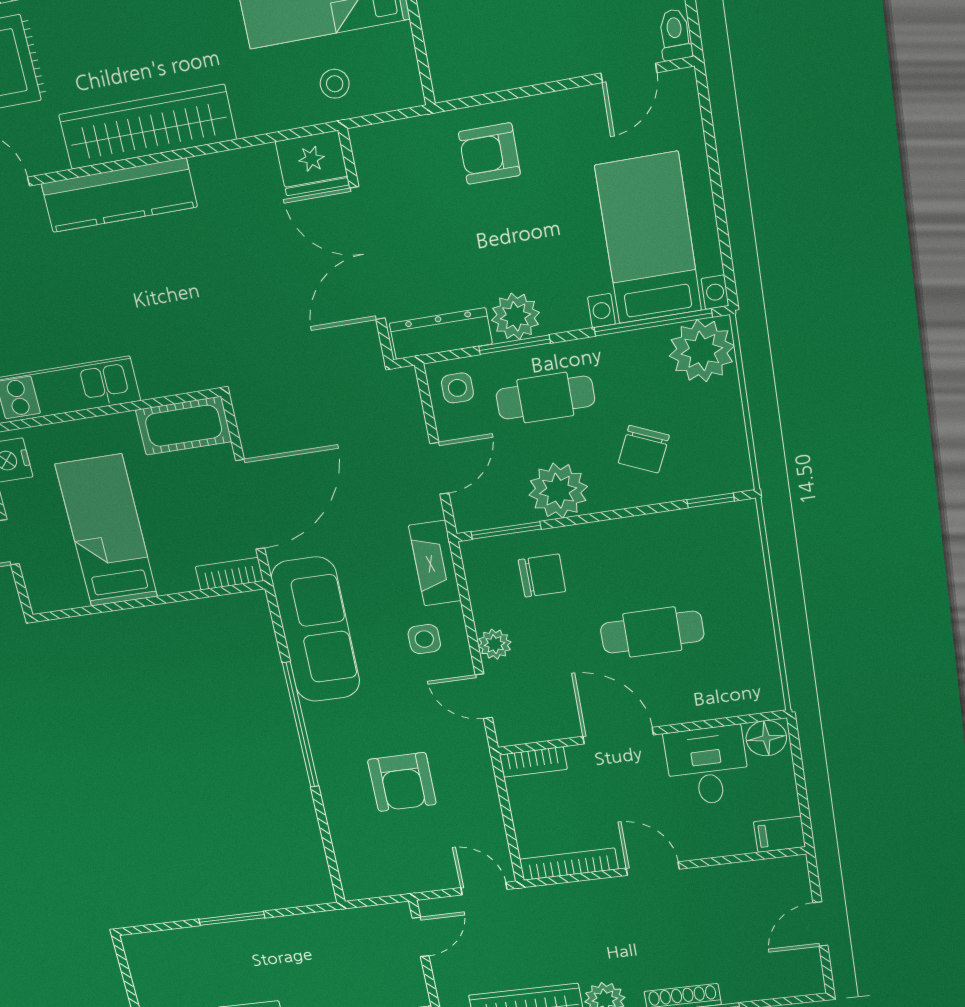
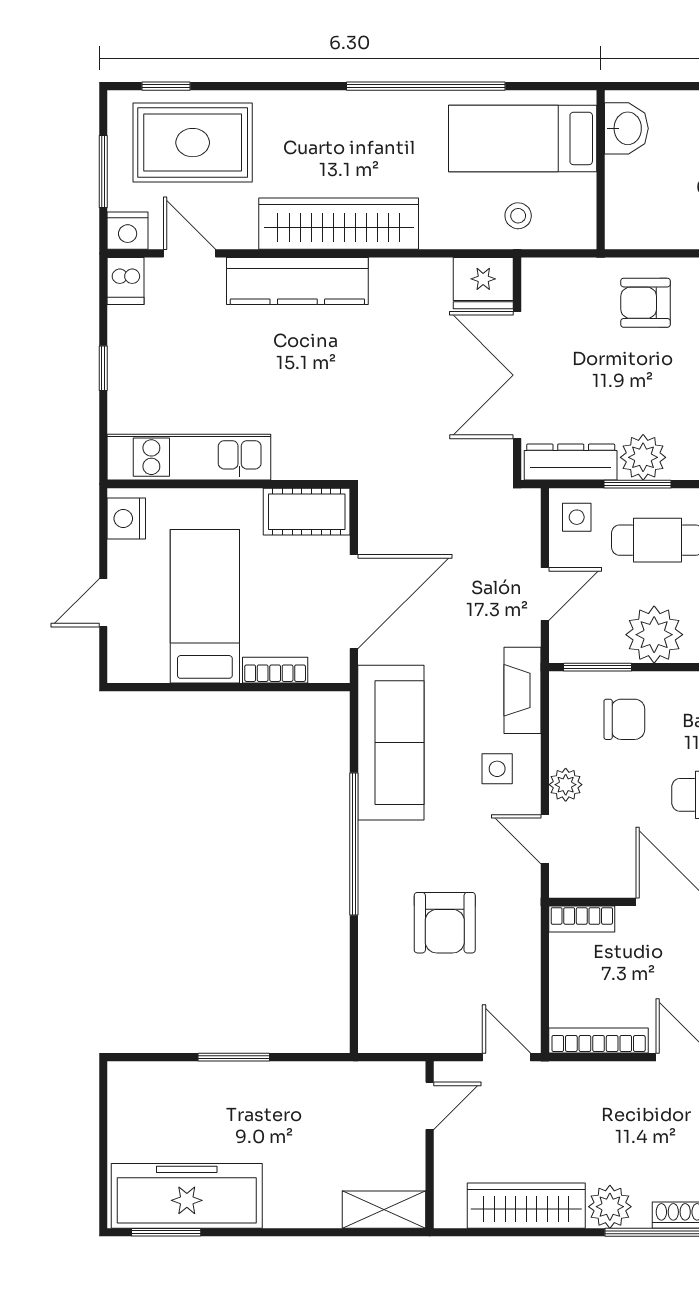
bookcase: (229, 574) -> (275, 670), moved

